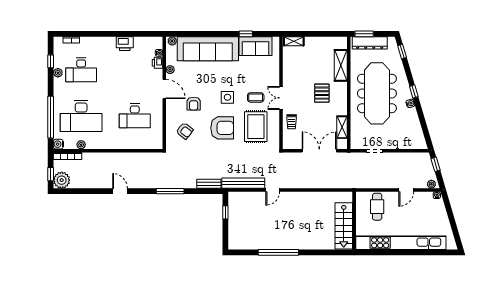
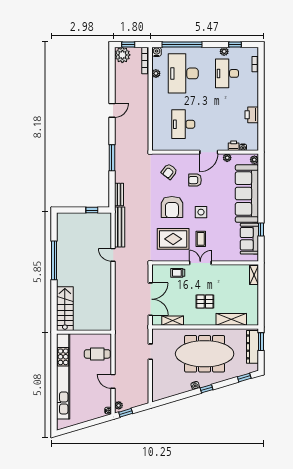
window: (435, 164) -> (126, 413), moved
stairs: (344, 226) -> (65, 309), moved, turned 90

